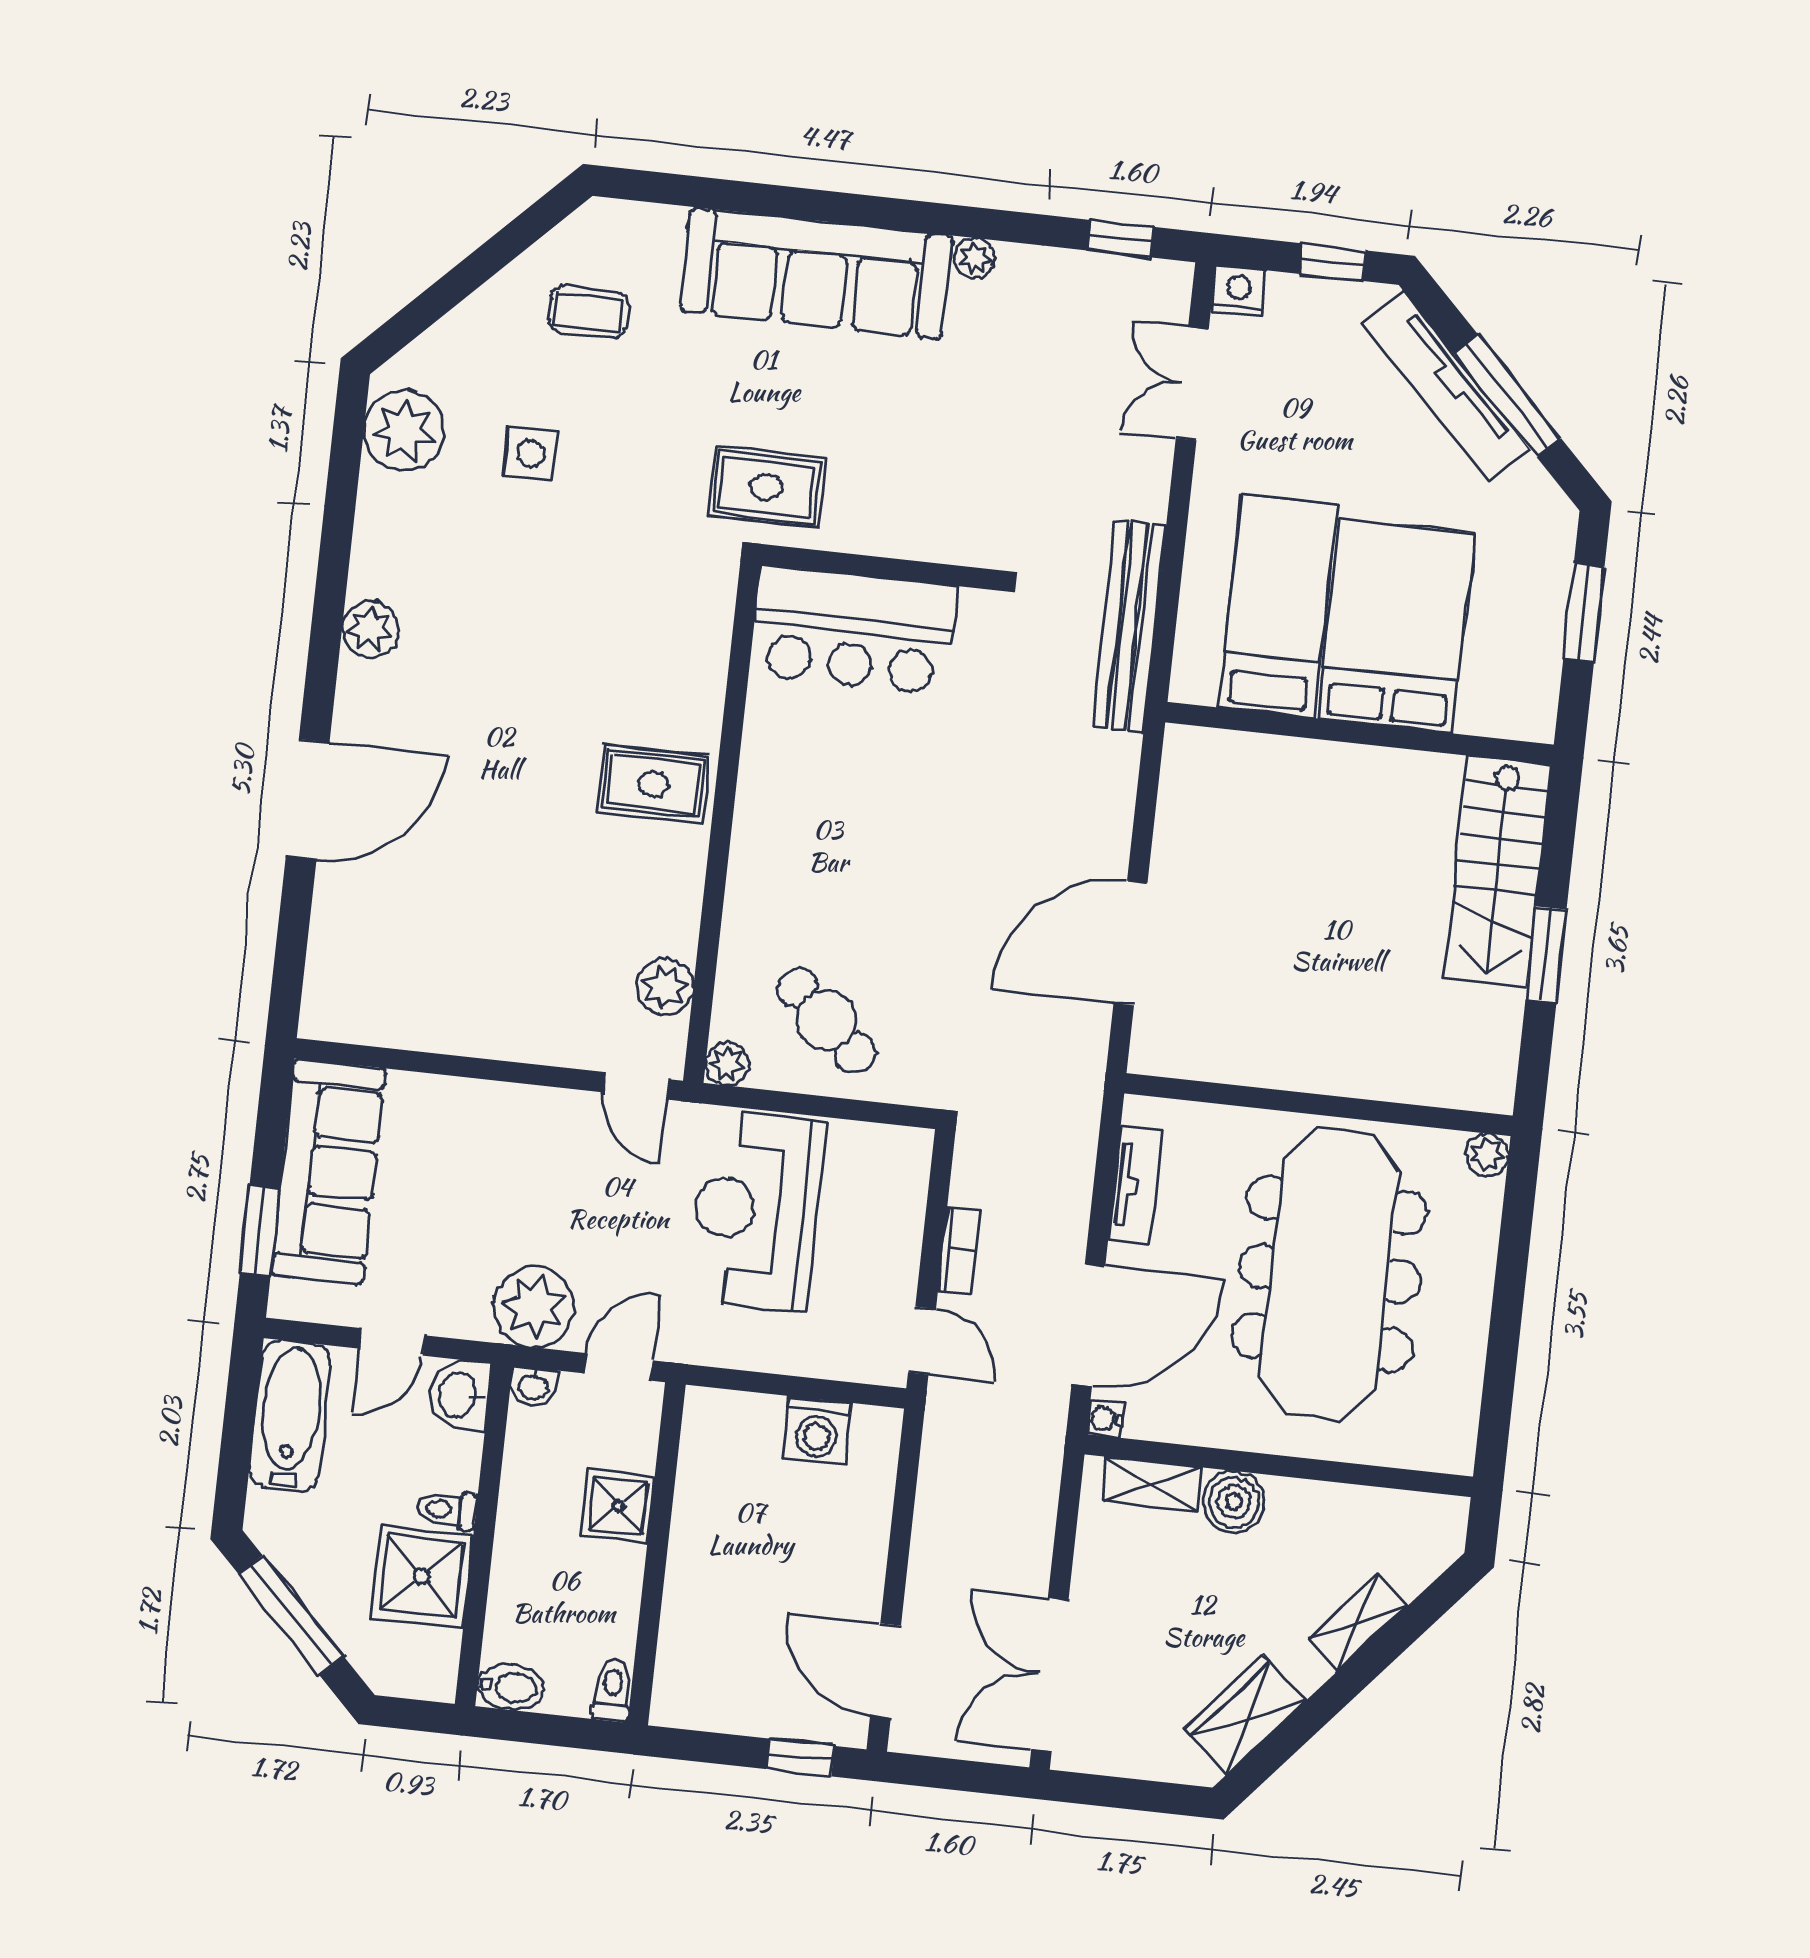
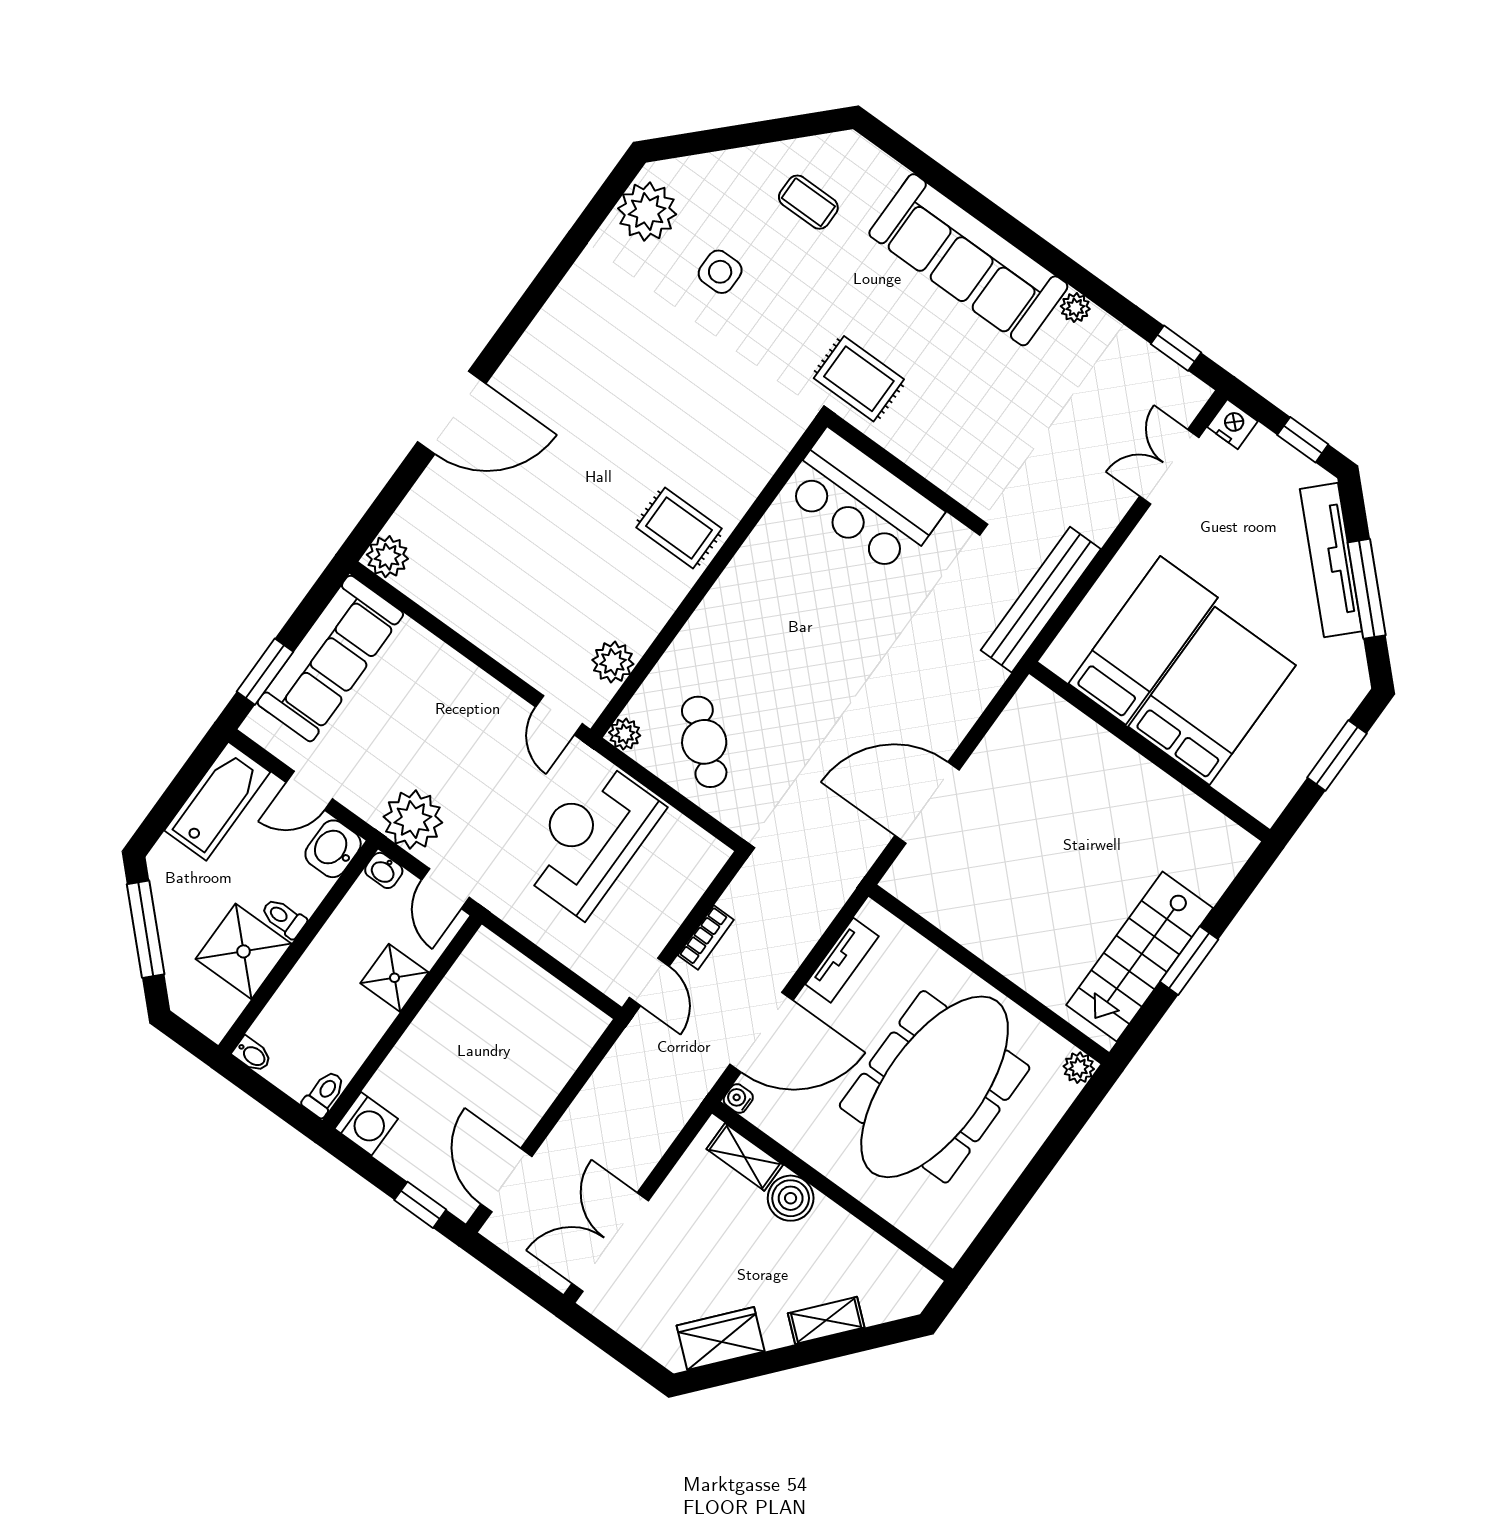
plant: (370, 629) -> (387, 557), moved
stairs: (1497, 872) -> (1140, 956), moved
door: (619, 1367) -> (445, 889), swing flipped
washing machine: (817, 1430) -> (366, 1124), moved, turned -90
bidet: (510, 1687) -> (252, 1055), width x0.72, depth x0.74

